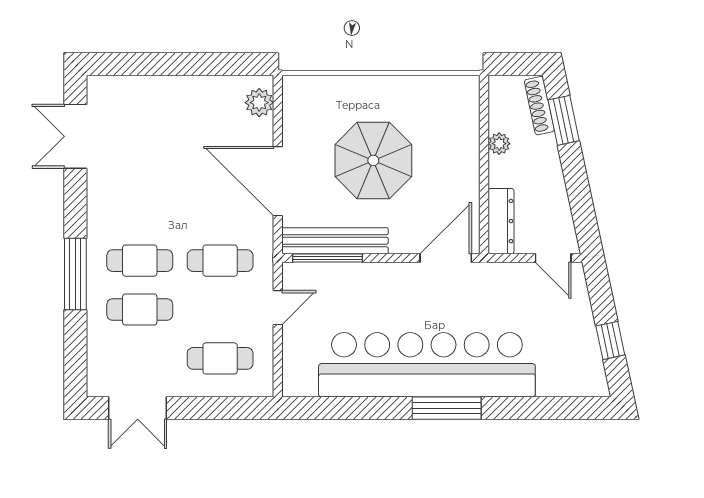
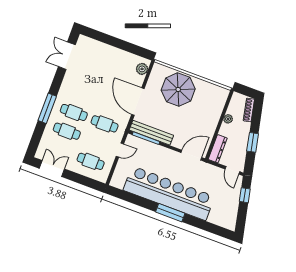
window: (564, 120) -> (253, 142), moved
parasol: (373, 160) -> (178, 89), moved
window: (610, 340) -> (245, 195), moved
double door: (138, 408) -> (52, 169), swing flipped

